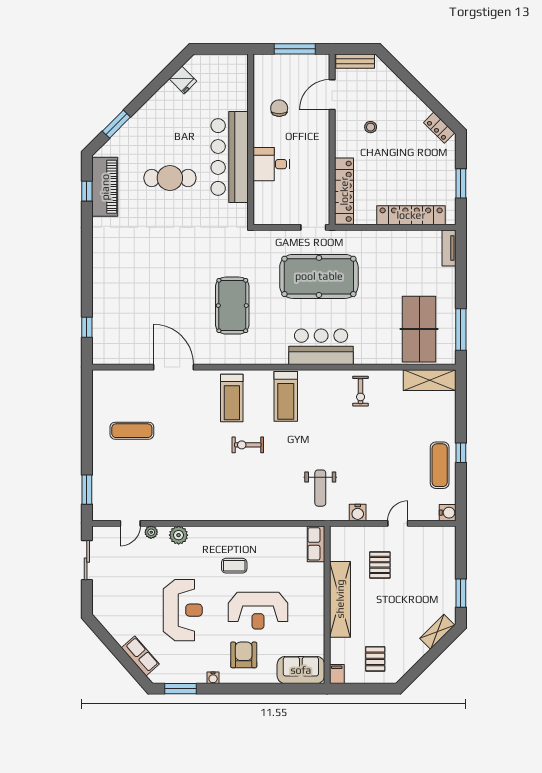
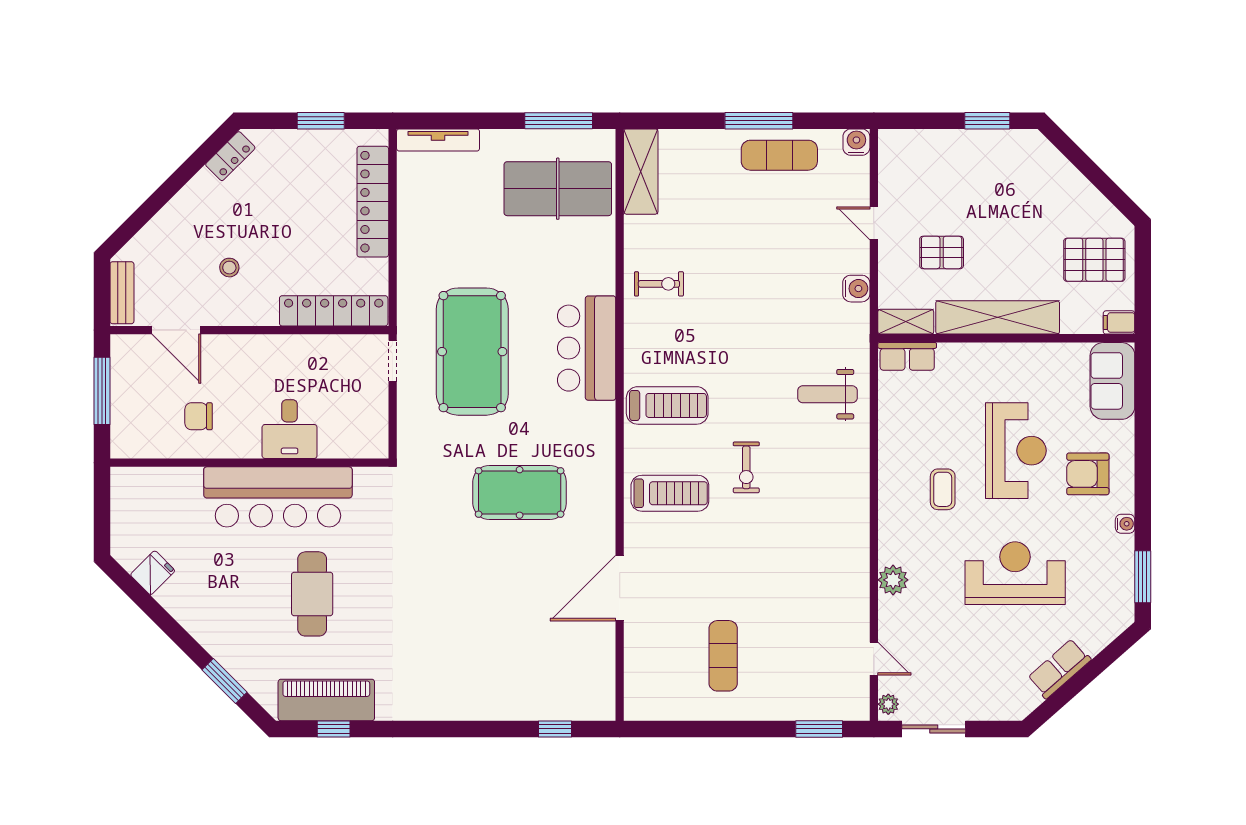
tv unit: (449, 248) -> (438, 140), width x1.41
window: (461, 453) -> (759, 121), width x2.17
weight bench: (320, 488) -> (827, 394), moved, turned 180
plant: (151, 532) -> (888, 704), moved
shelving: (437, 632) -> (906, 322), moved, turned -45
row of seats: (140, 656) -> (1059, 669), moved
pallet: (375, 659) -> (1094, 260), width x1.50, depth x1.42

